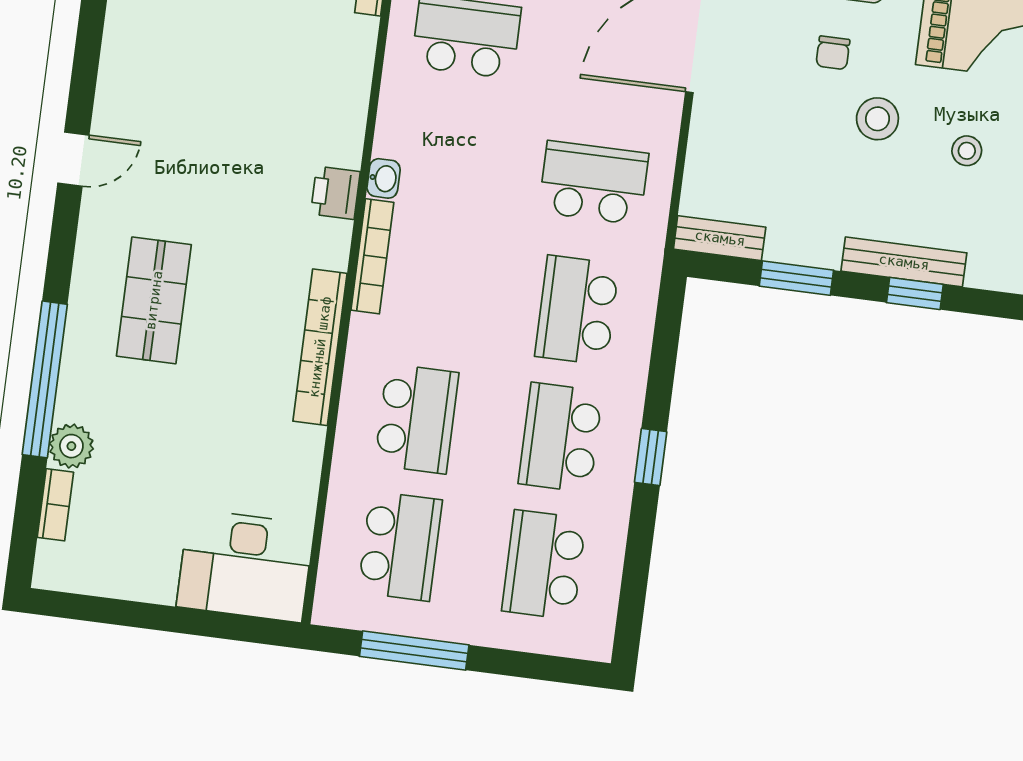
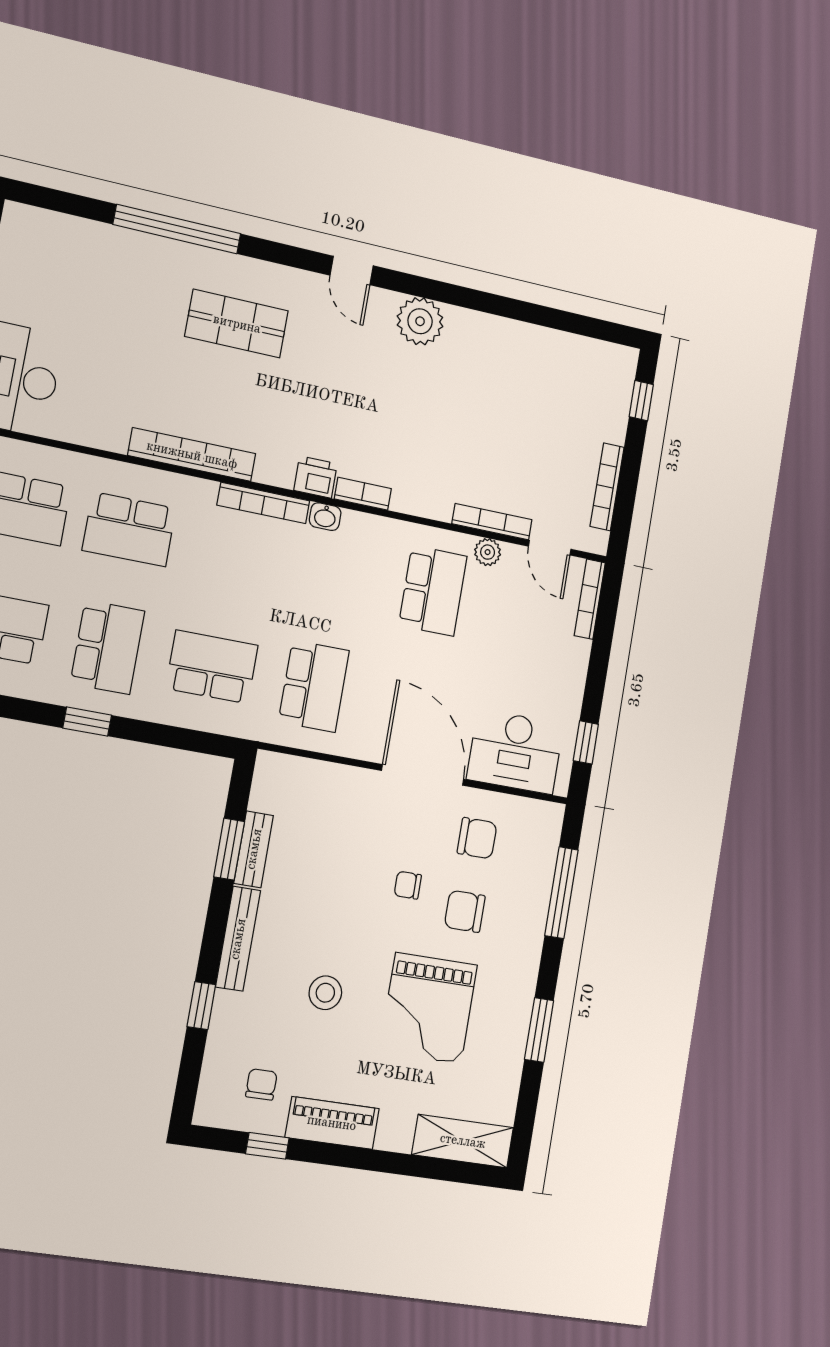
stool: (877, 119) -> (354, 920), removed
stool: (967, 151) -> (325, 993), width x1.37, depth x1.37
bench: (720, 238) -> (254, 849), moved
window: (915, 294) -> (201, 1006), moved
school desk: (560, 437) -> (108, 647), turned 90
plant: (71, 446) -> (420, 321), moved, width x1.36, depth x1.36
bookcase: (55, 505) -> (363, 494), moved, turned 180

